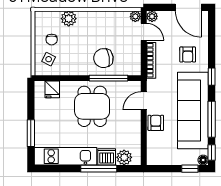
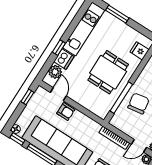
door: (144, 101) -> (58, 94), moved
dining table: (92, 106) -> (108, 72), turned 90
window: (99, 169) -> (59, 48), width x0.46
window: (190, 169) -> (27, 97), moved

